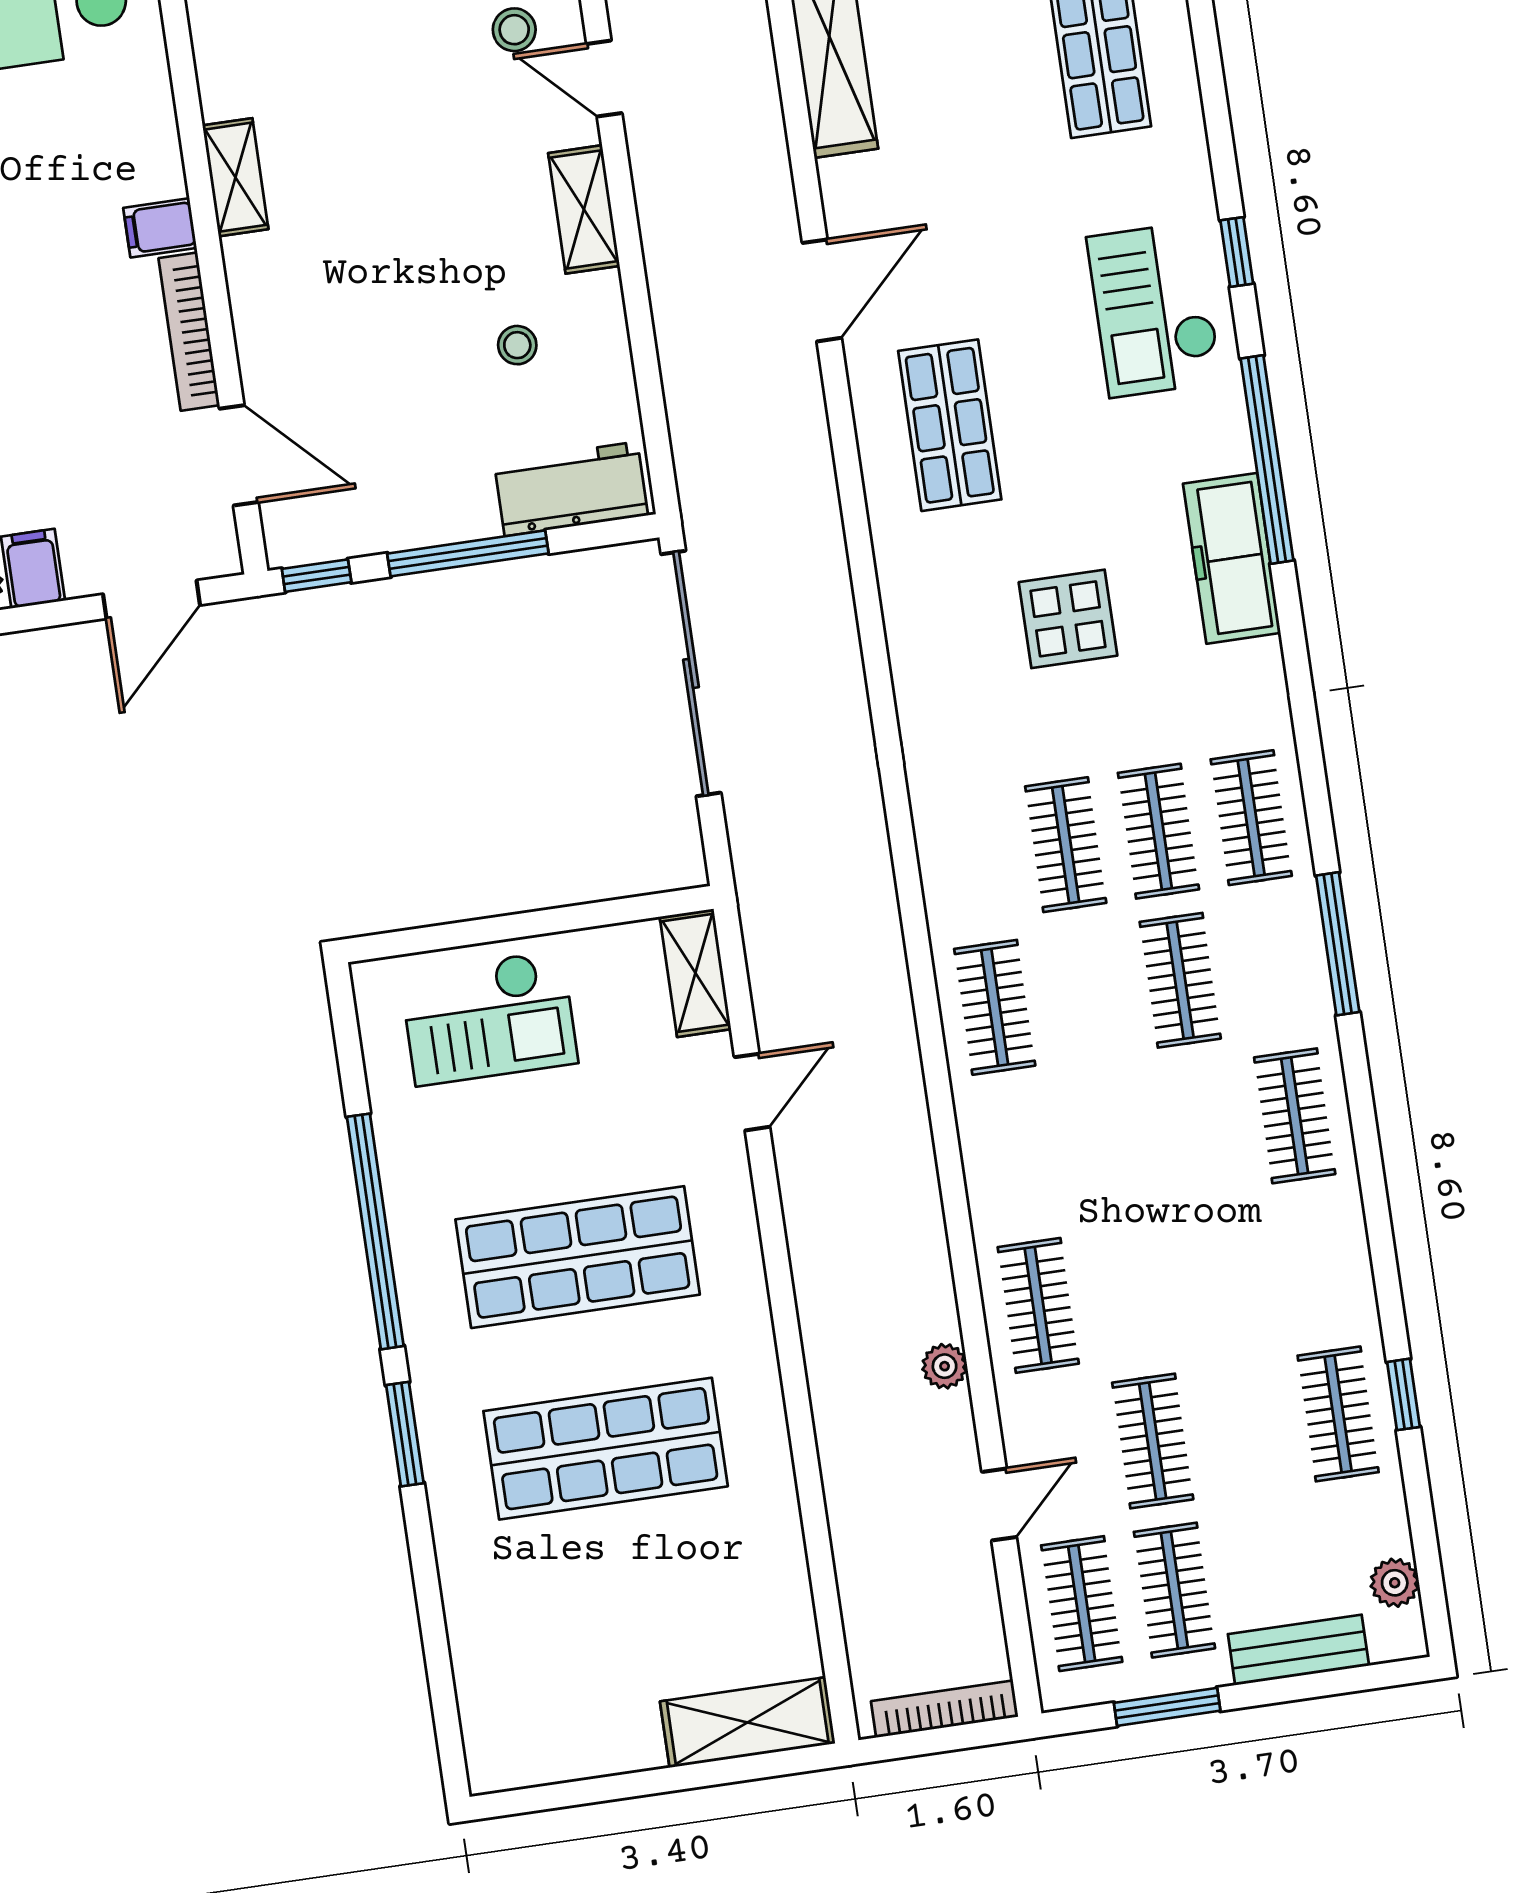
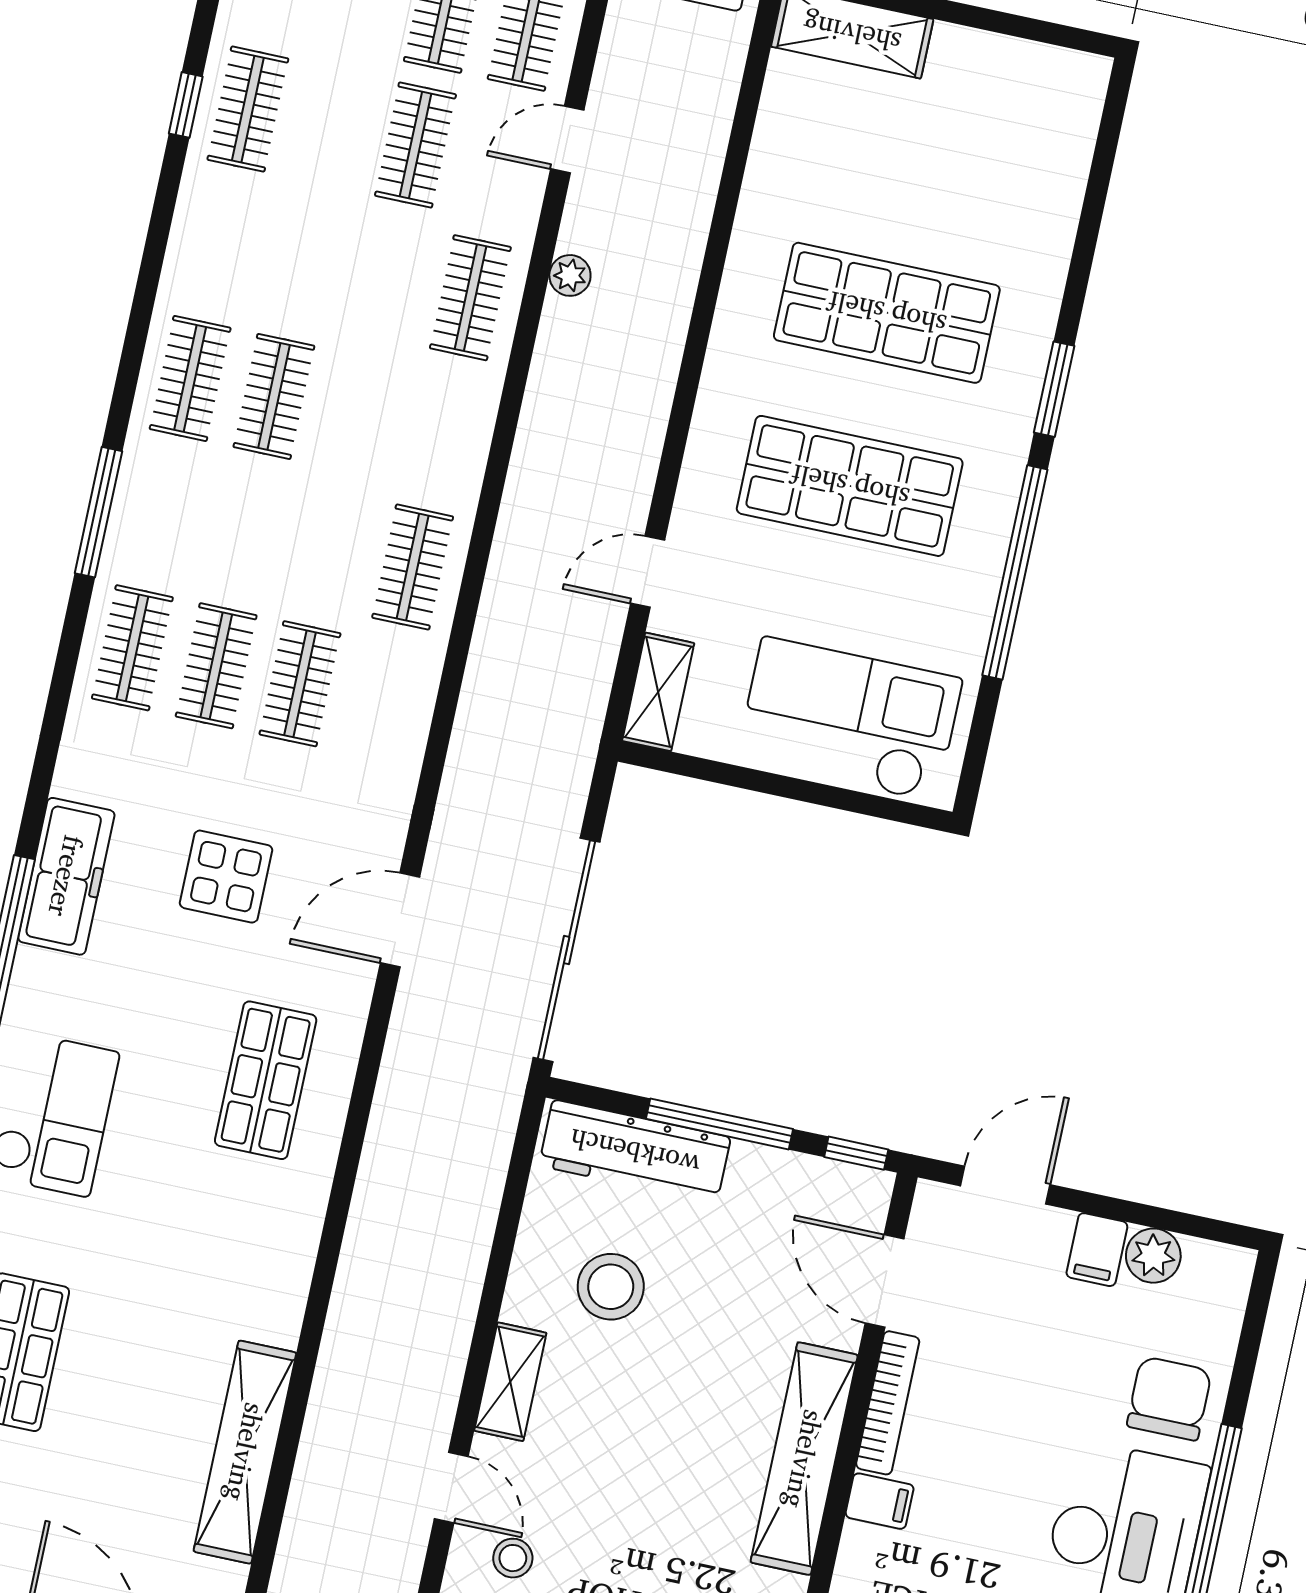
shelving: (235, 177) -> (804, 1459), width x2.20, depth x1.33
door: (822, 290) -> (400, 920), moved
stool: (517, 345) -> (611, 1287), width x1.89, depth x1.89
workbench: (571, 489) -> (635, 1152), width x1.38
clothes rail: (1180, 980) -> (274, 396), moved
checkout: (489, 1018) -> (849, 719), width x1.36, depth x1.21

